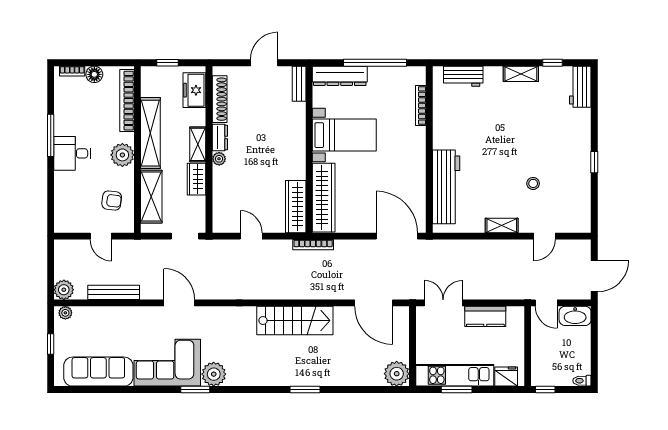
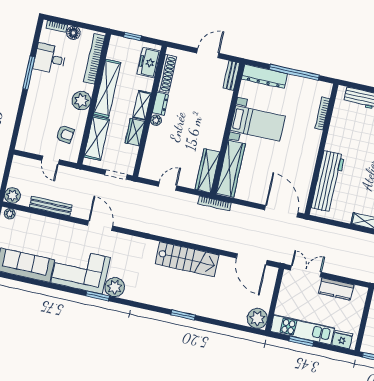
desk: (72, 153) -> (50, 59), moved
door: (251, 236) -> (168, 186), hinge flipped

